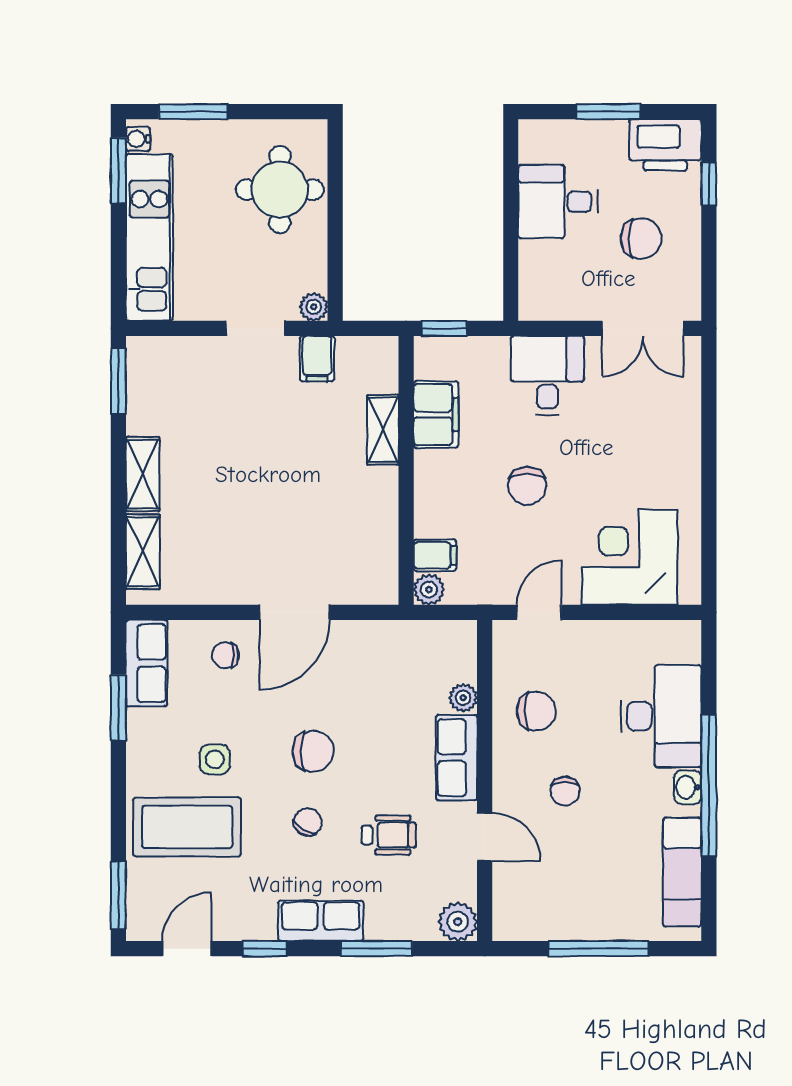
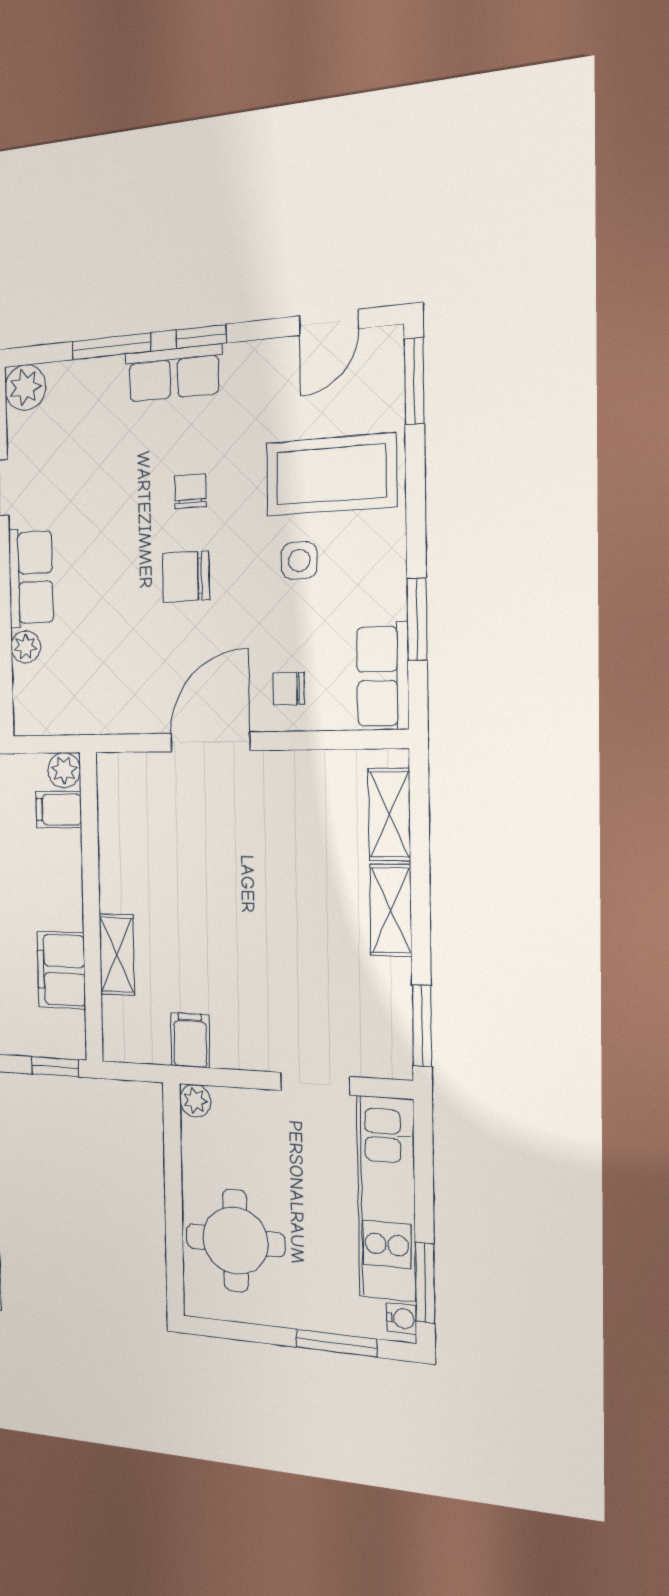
doorway: (255, 328) -> (315, 1084), moved
chair: (225, 655) -> (289, 689), turned 180
chair: (308, 822) -> (190, 491), turned 148
wheelchair: (389, 835) -> (101, 482), removed
window: (265, 949) -> (201, 336), moved

